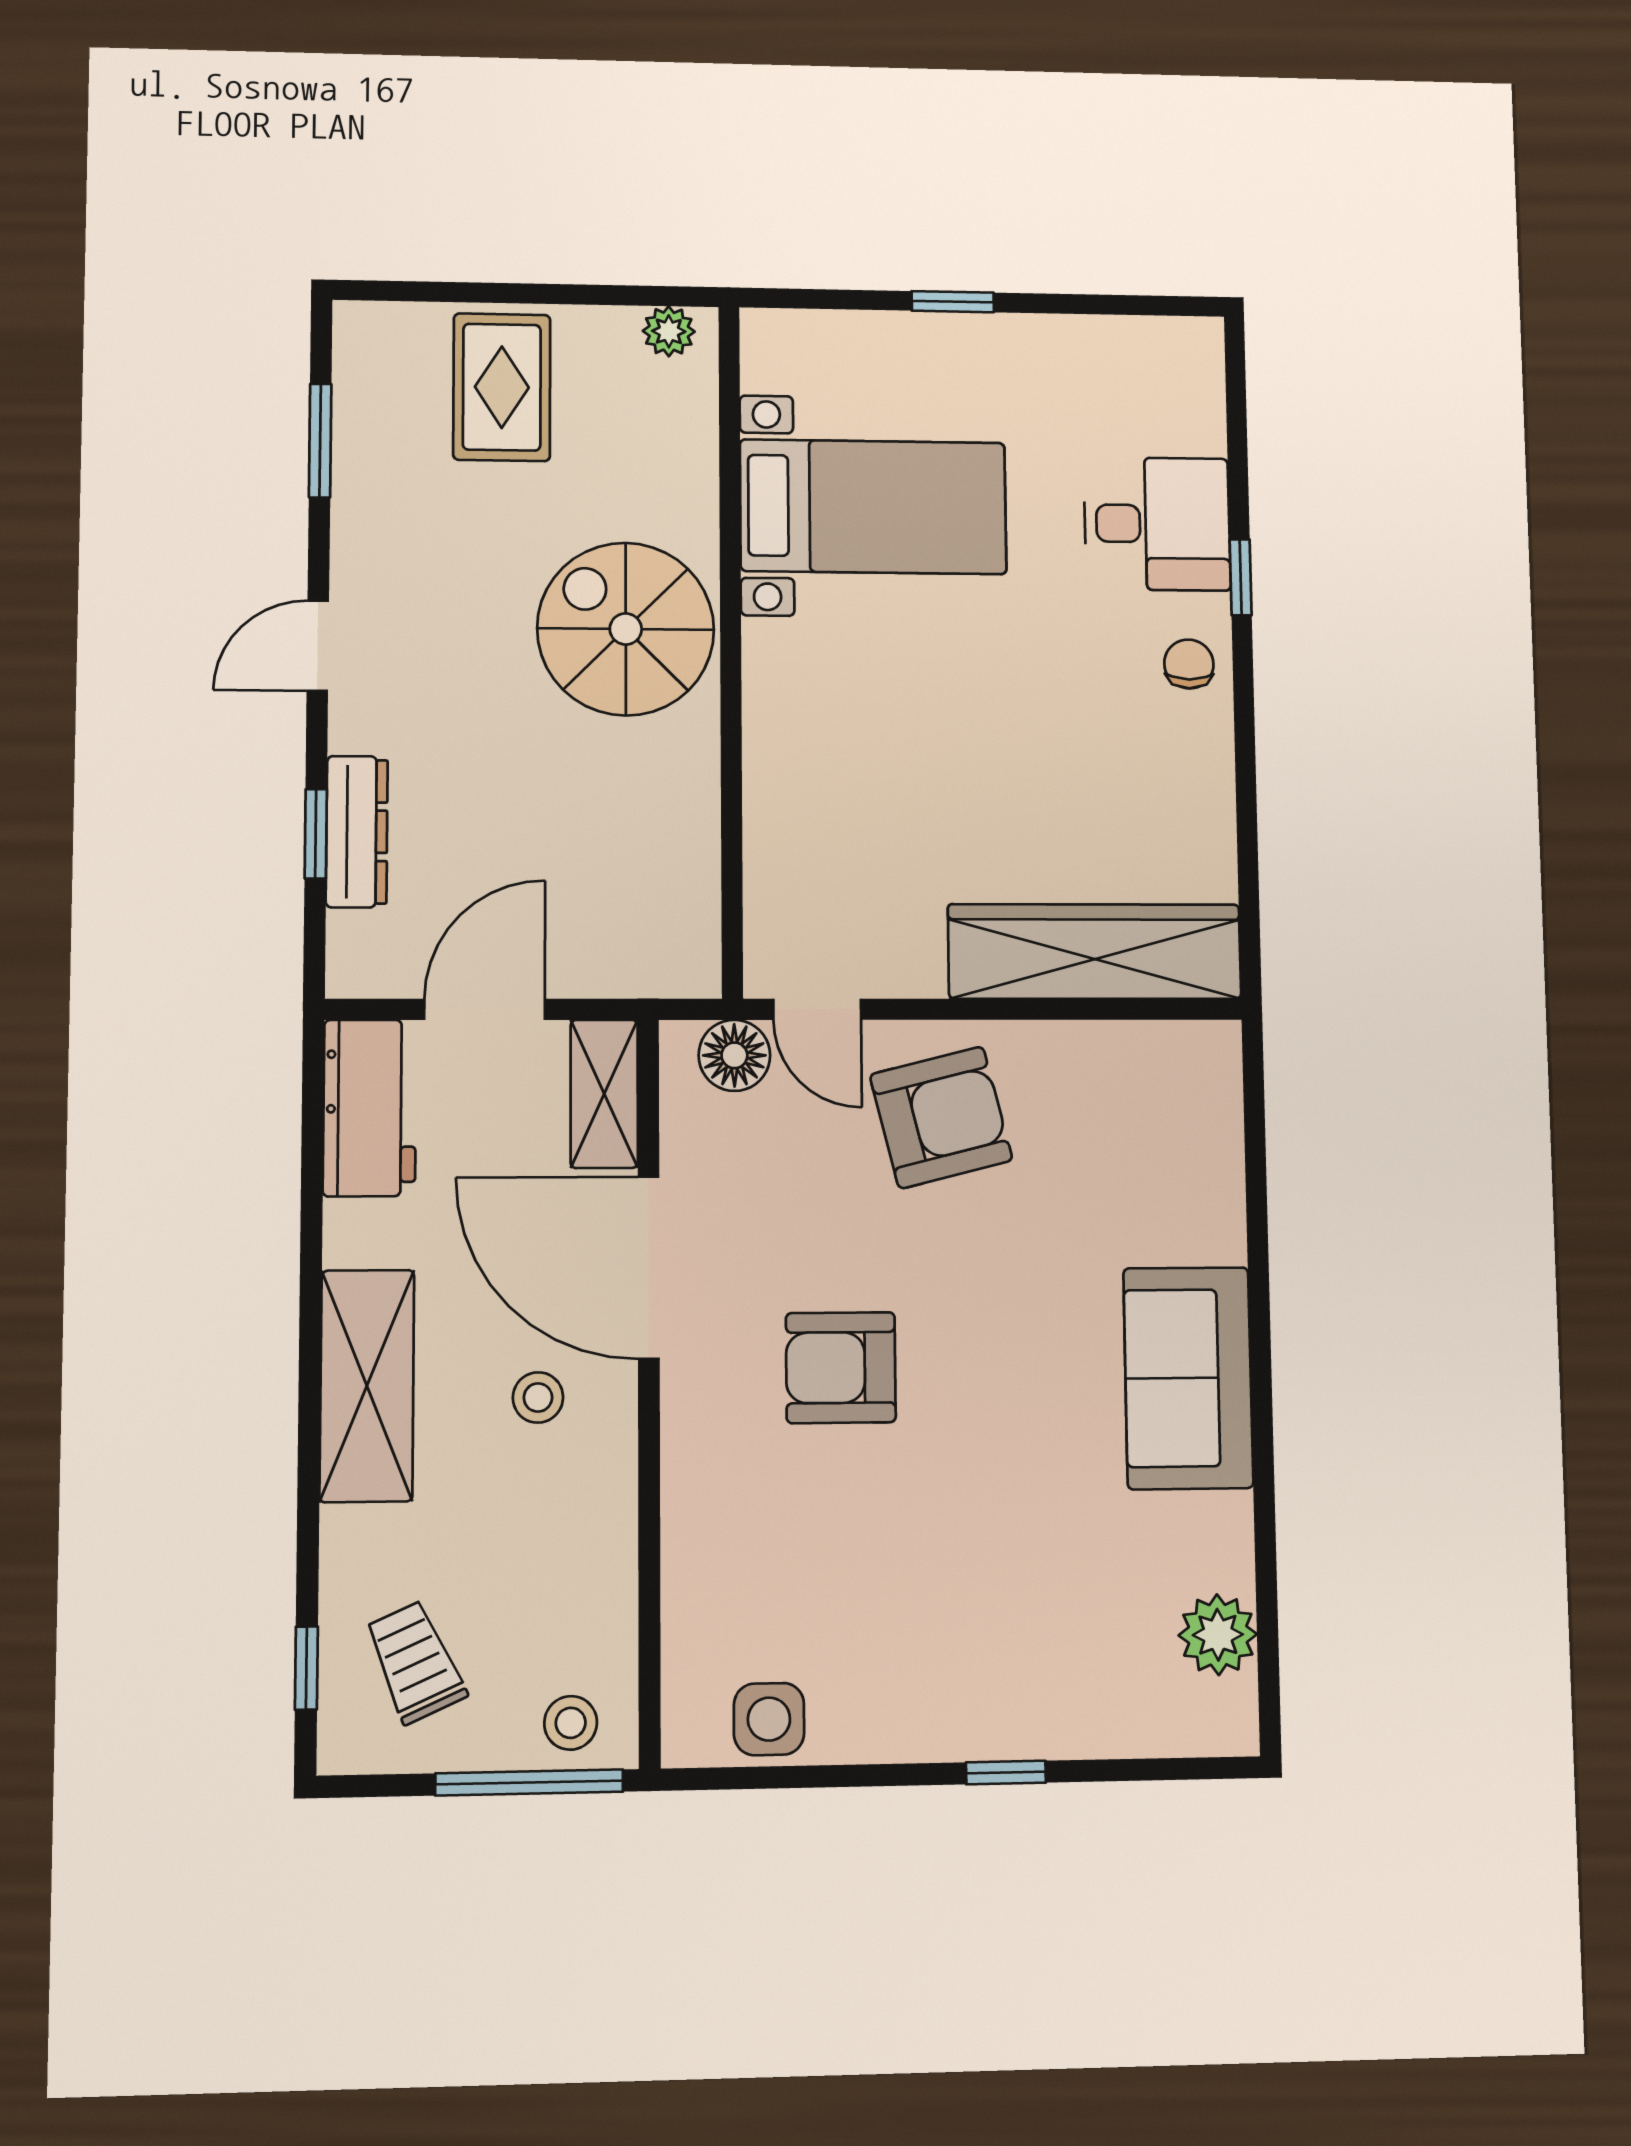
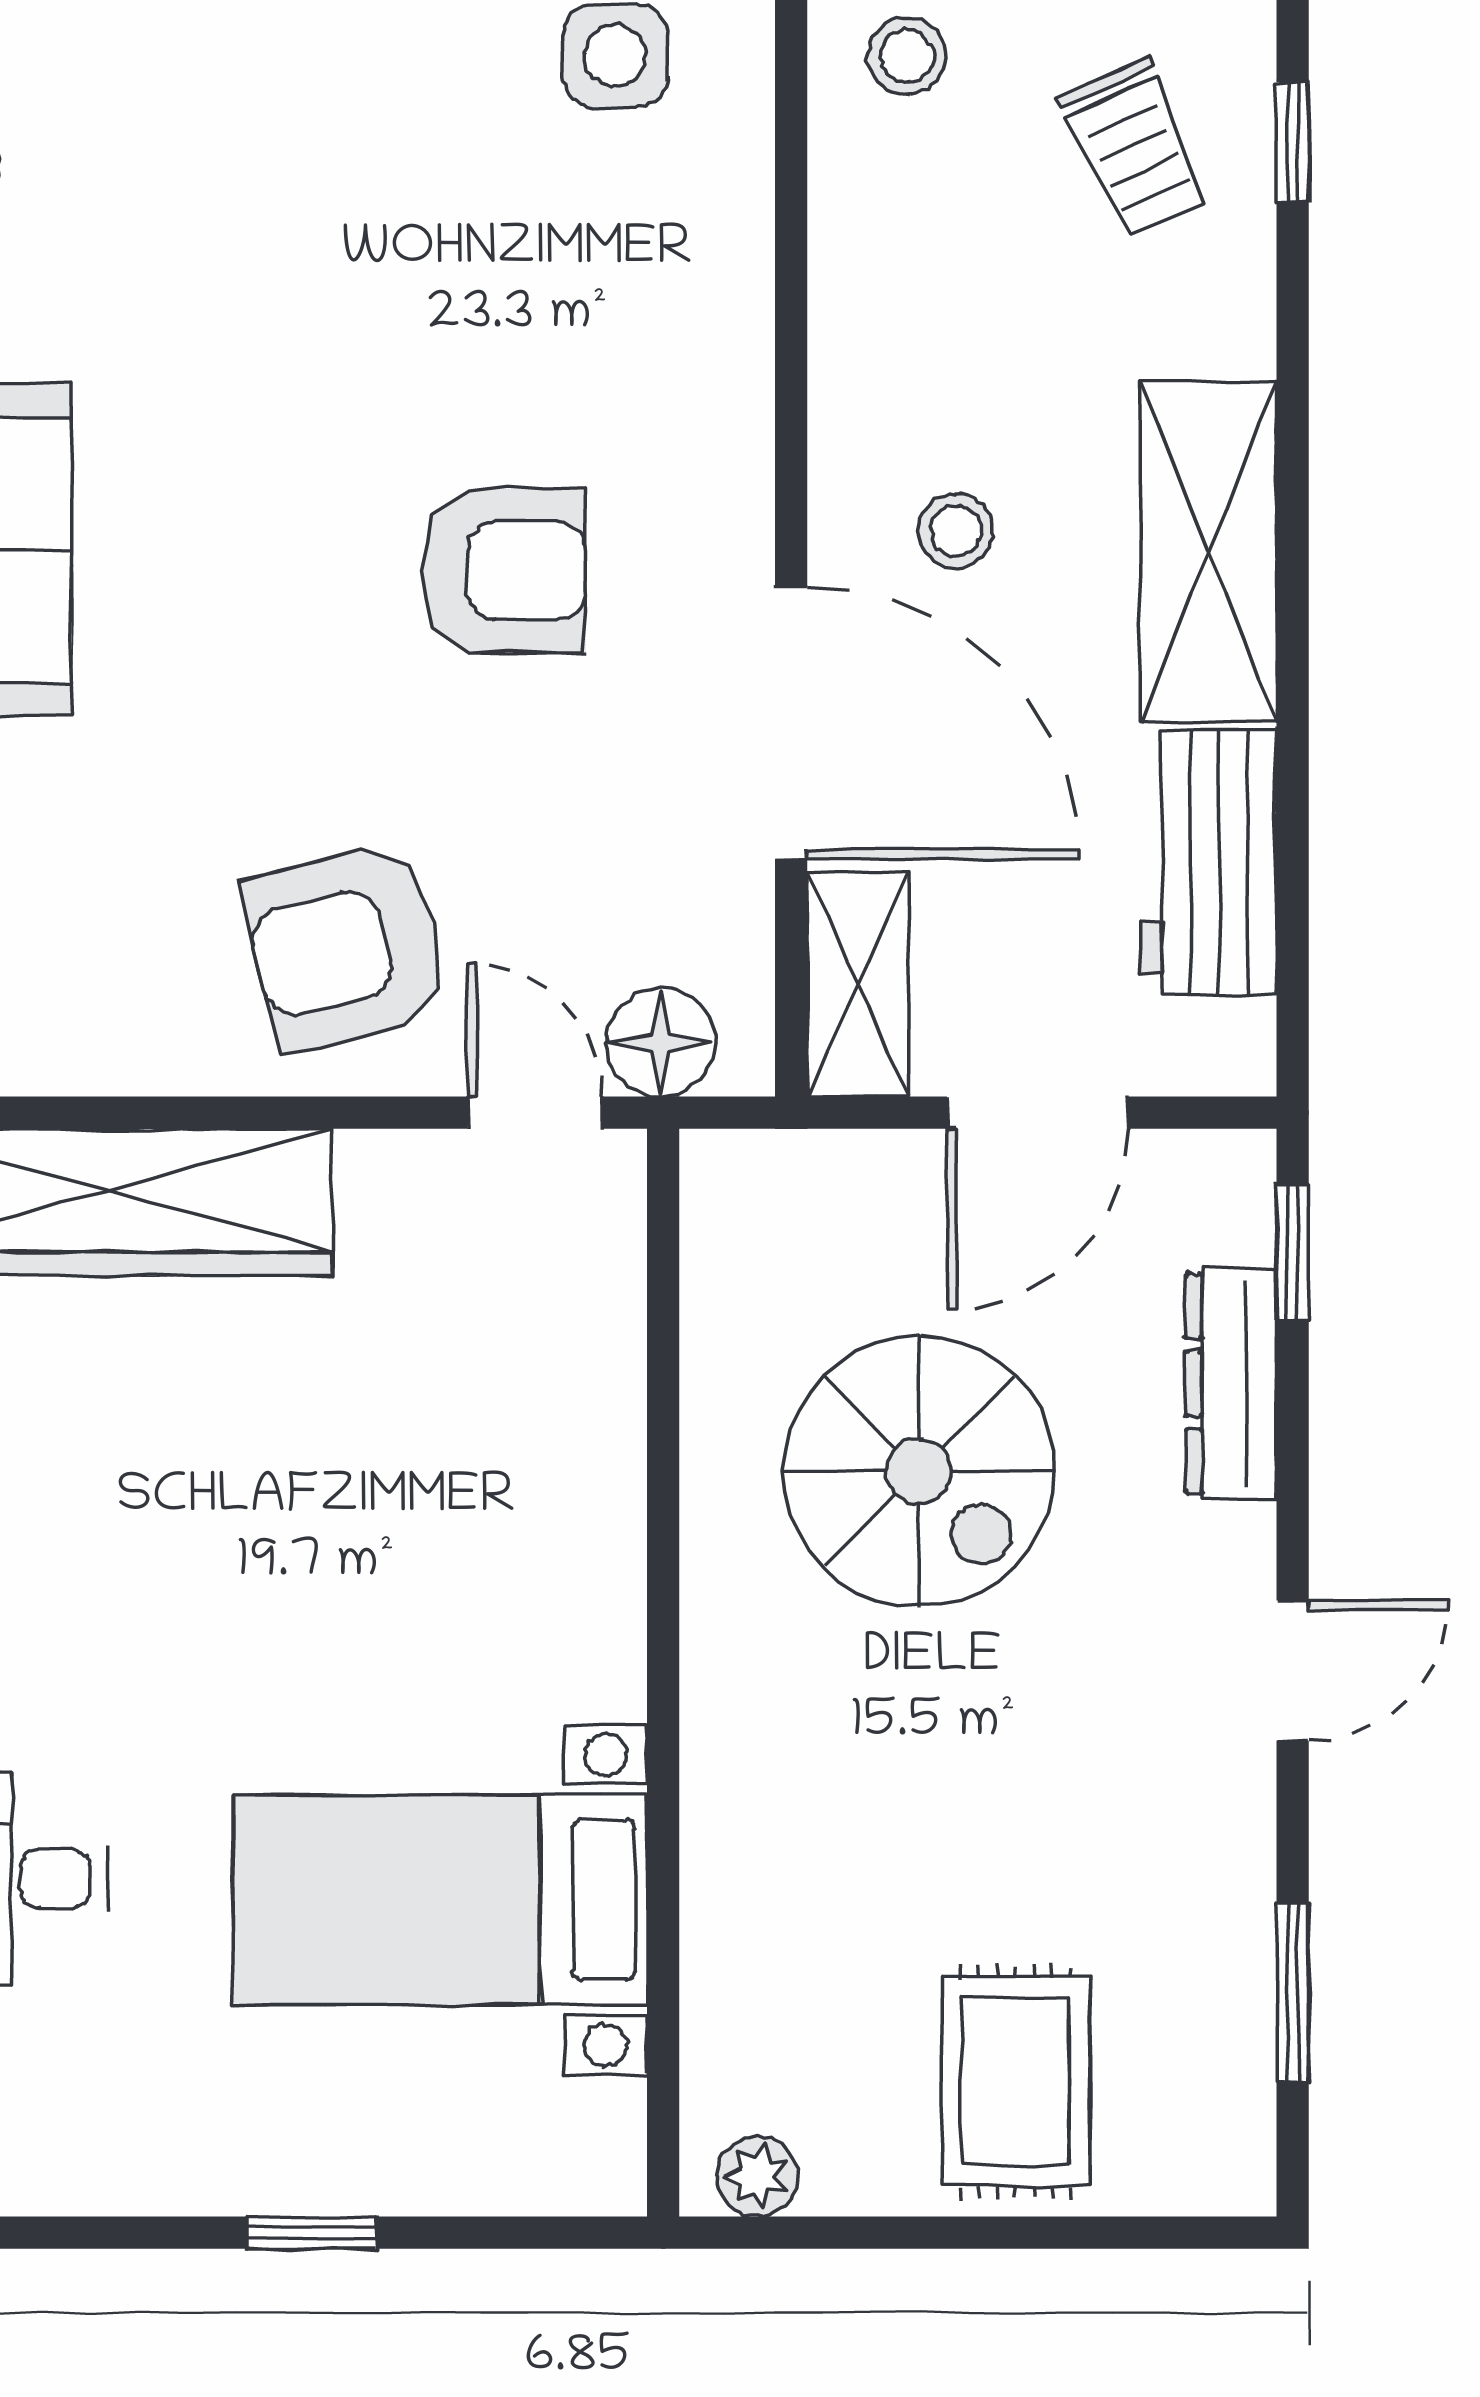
spiral stairs: (626, 629) -> (919, 1472), moved
window: (316, 834) -> (1293, 1252), moved
workbench: (370, 1108) -> (1208, 862), moved

